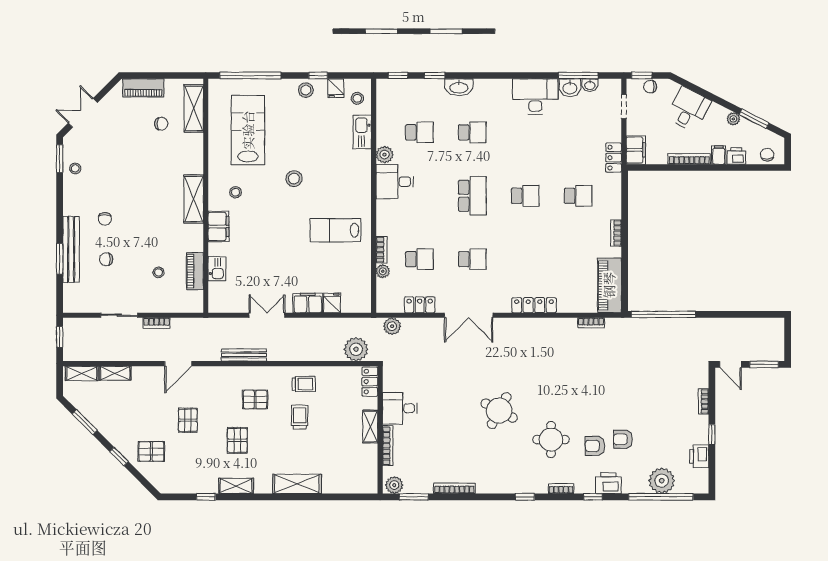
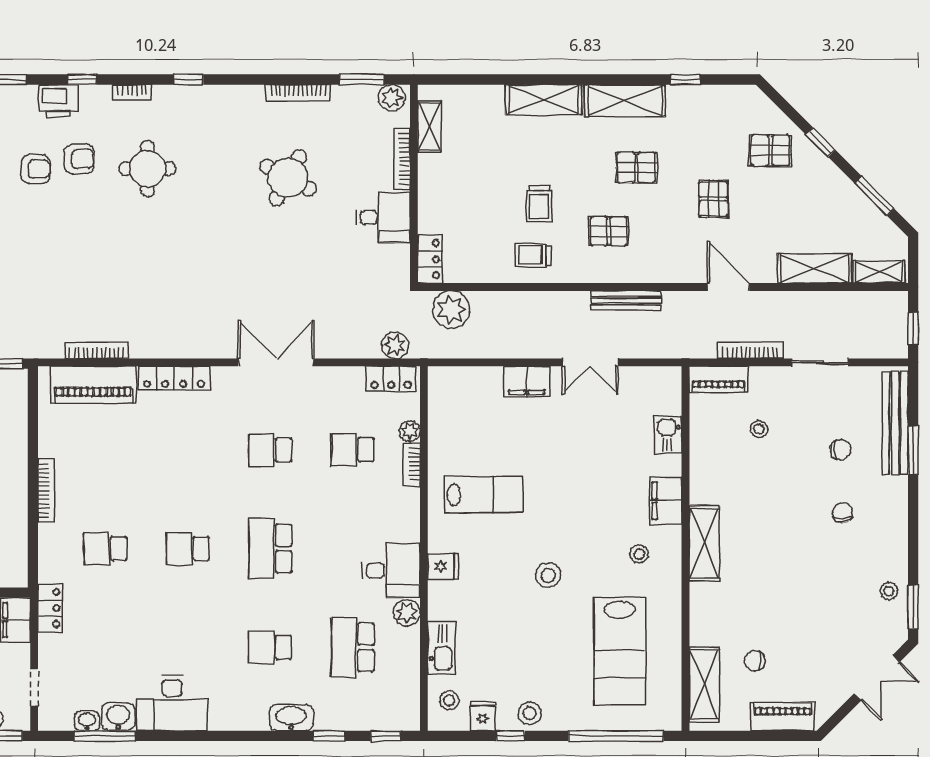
school desk: (419, 132) -> (353, 647), width x1.85
bookcase: (616, 233) -> (46, 491), width x1.56
bench: (71, 249) -> (895, 423), moved
piano: (195, 271) -> (719, 379), moved, turned 90
piano: (609, 285) -> (93, 385), moved, turned 90
fridge: (332, 303) -> (443, 566), moved, turned -90
locker: (420, 305) -> (391, 379), moved
bookcase: (157, 323) -> (750, 350), width x1.56
bookcase: (591, 323) -> (97, 350), width x1.56
door: (178, 364) -> (728, 287), hinge flipped
shelving: (115, 373) -> (814, 268), width x1.50, depth x1.33
round table: (499, 411) -> (288, 178), moved
shelving: (370, 427) -> (429, 126), moved
pallet: (237, 440) -> (636, 167), turned 90
shelving: (236, 486) -> (625, 101), width x1.50, depth x1.33

